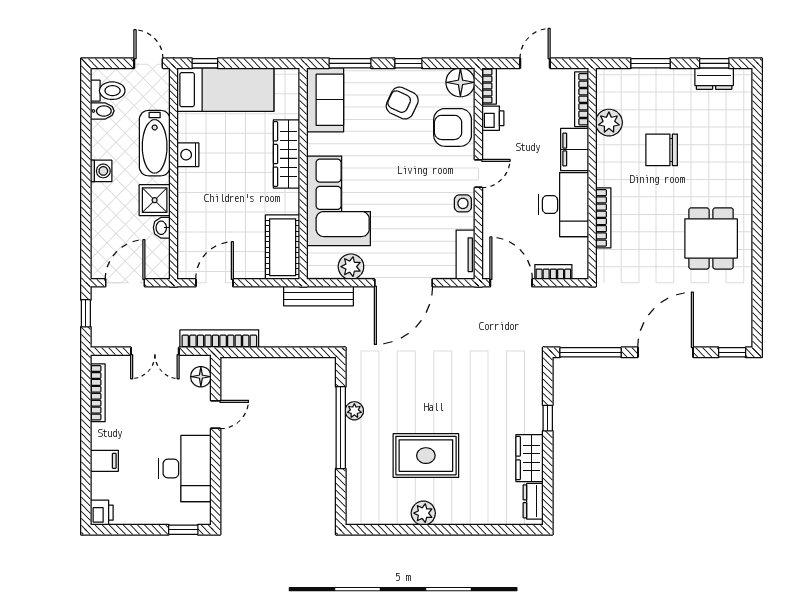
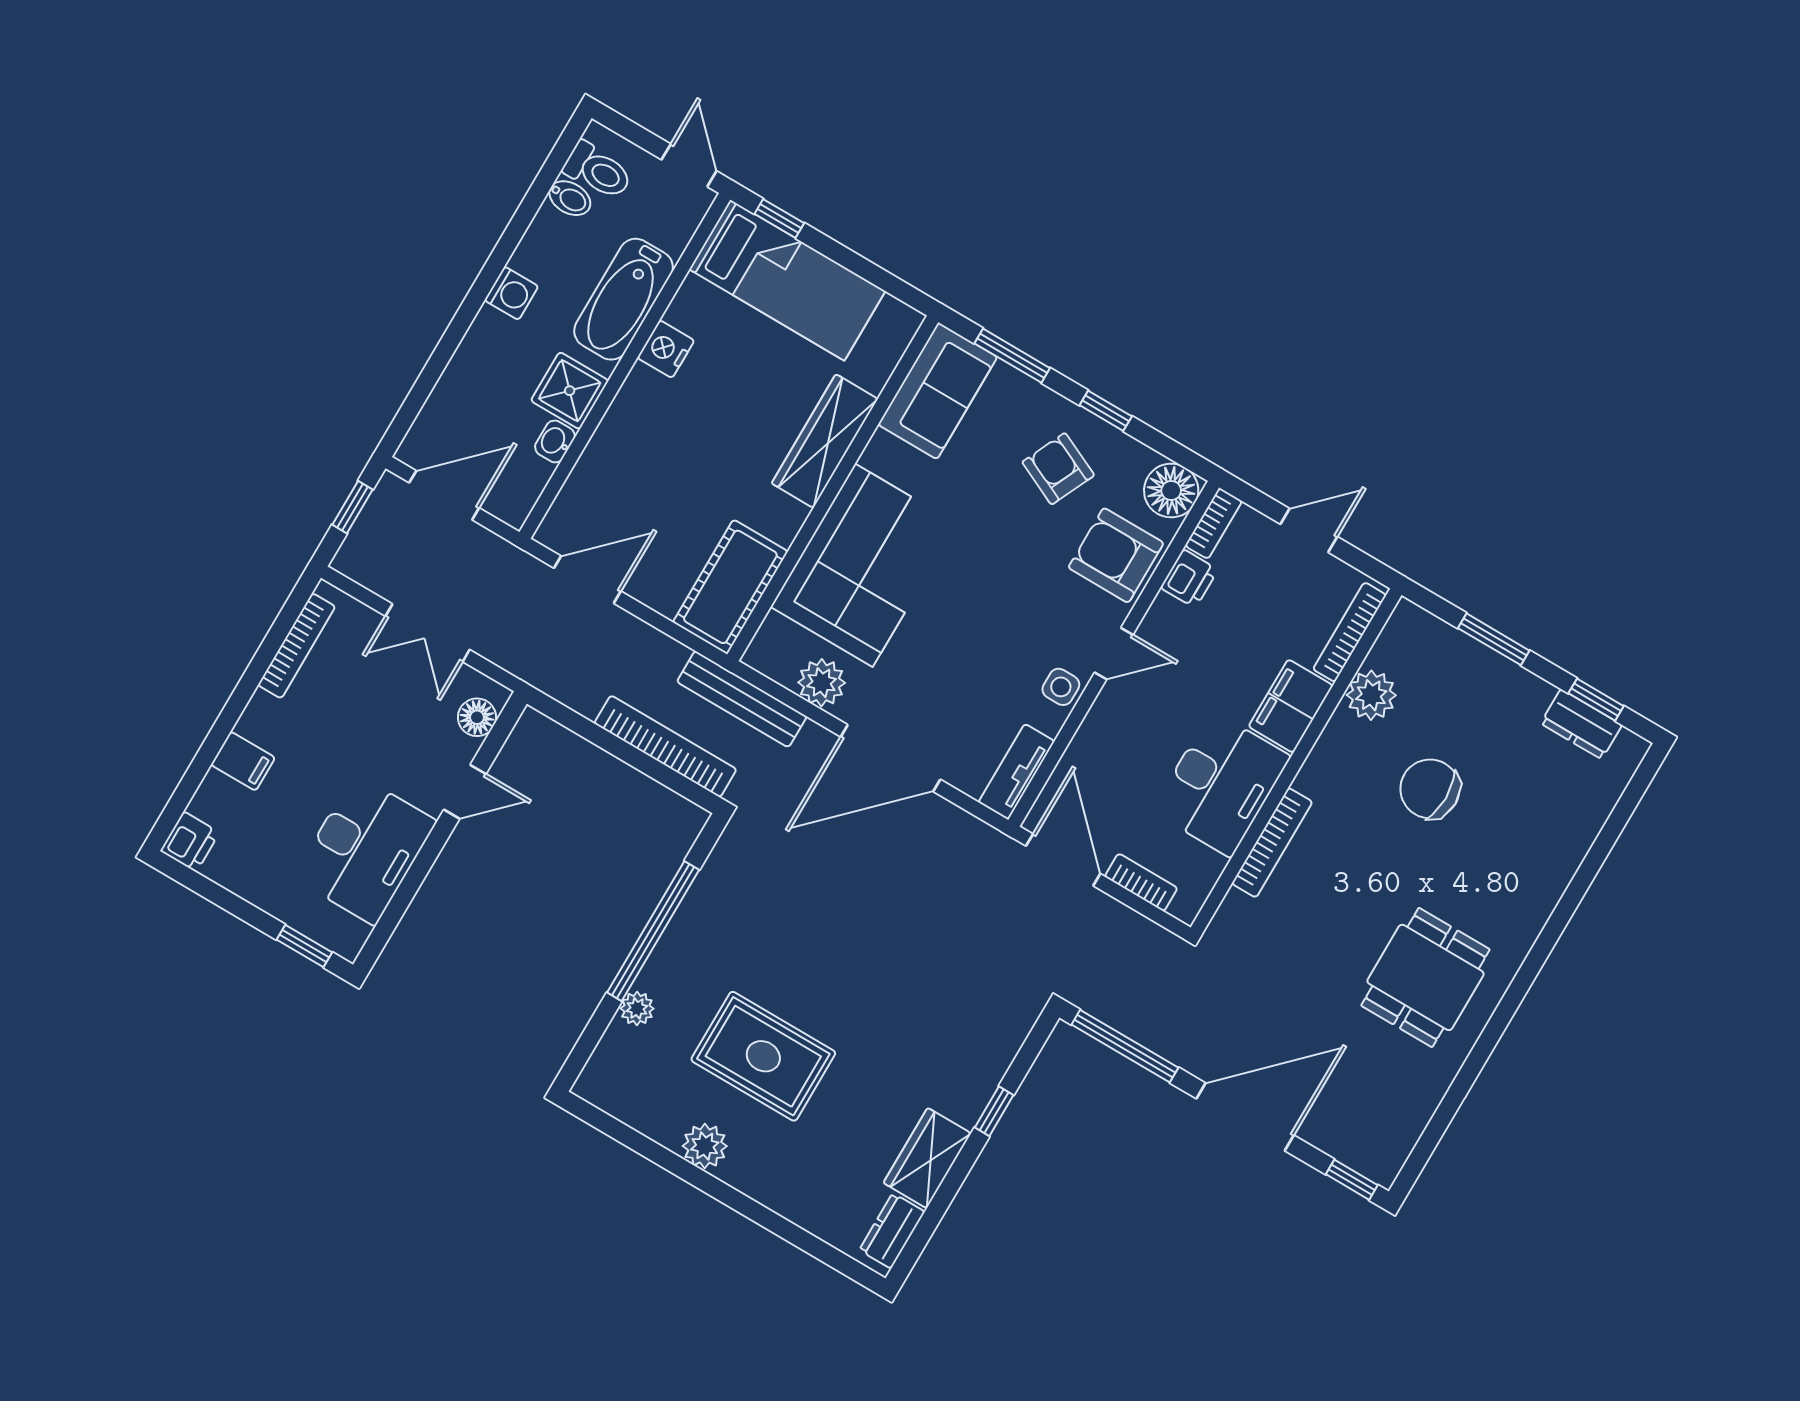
bookcase: (219, 339) -> (665, 746), moved
plant: (354, 411) -> (637, 1008), moved

